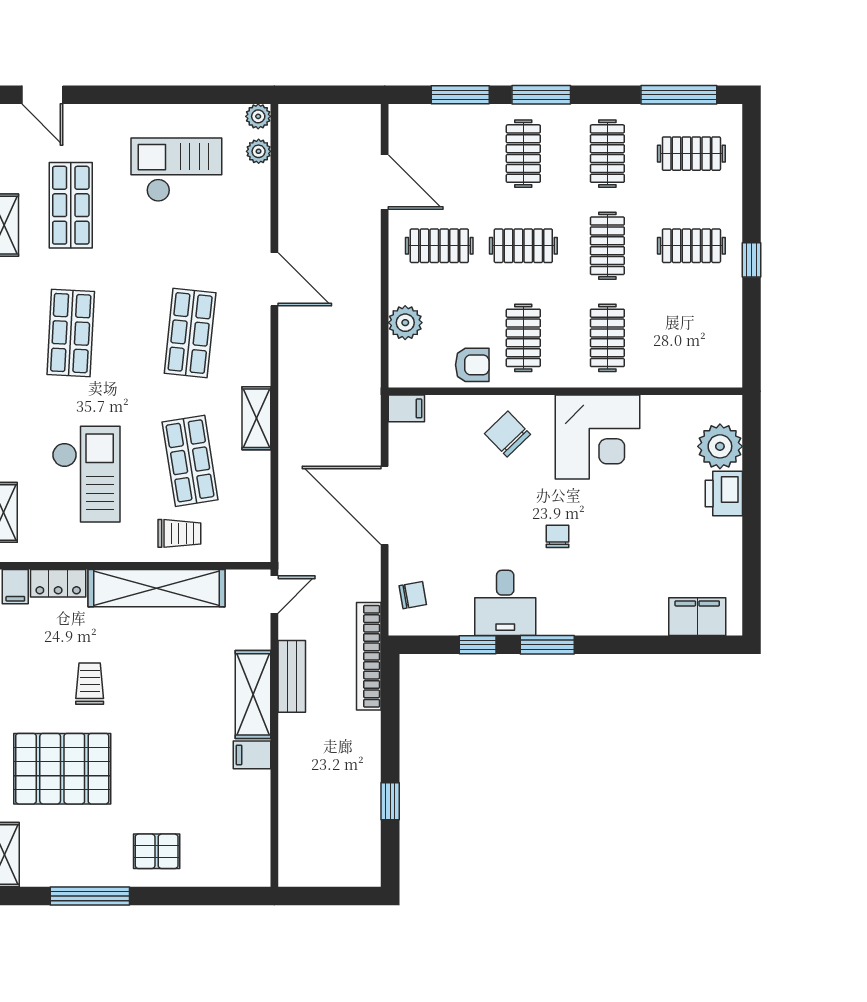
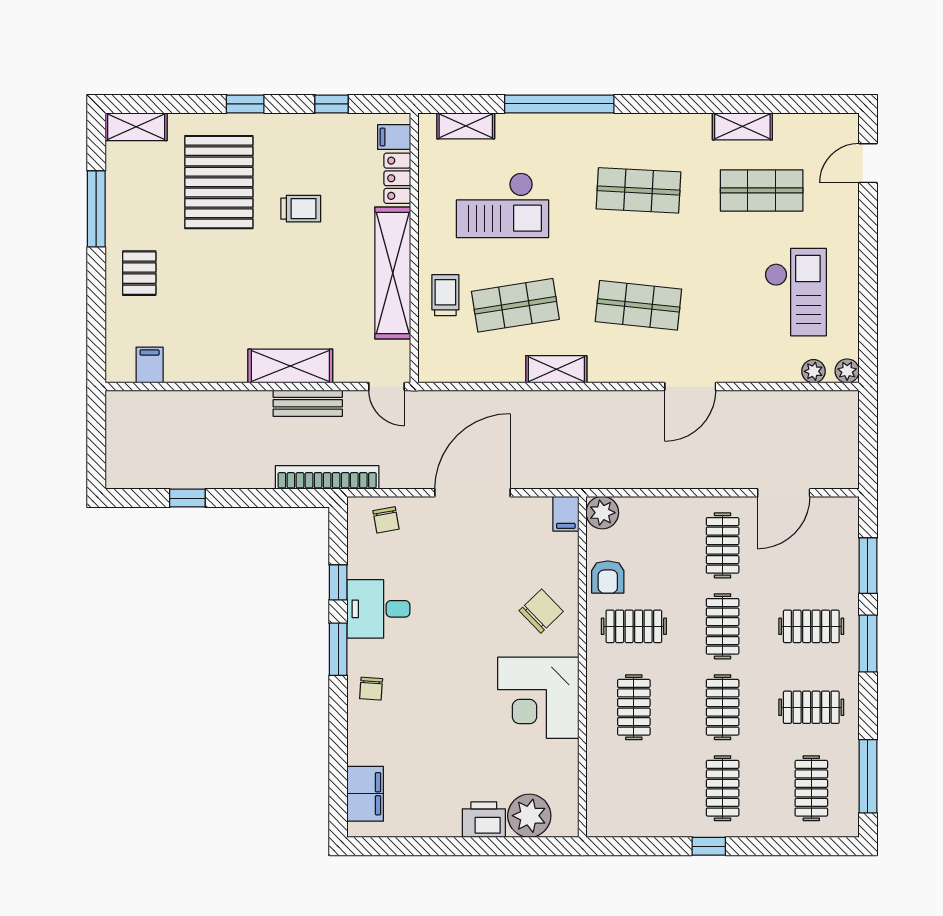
clothes rail: (607, 246) -> (723, 707), turned 90
plant: (405, 323) -> (602, 513), moved
clothes rail: (607, 338) -> (634, 707), turned 90
trolley: (179, 533) -> (445, 295), turned 180
chair: (558, 536) -> (371, 689), moved, turned 94
filing cabinet: (252, 755) -> (150, 365), moved

